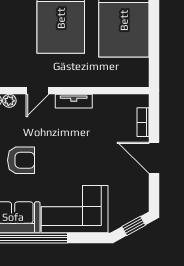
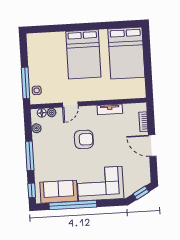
tv unit: (74, 101) -> (110, 109), moved
armchair: (21, 160) -> (84, 139), moved

